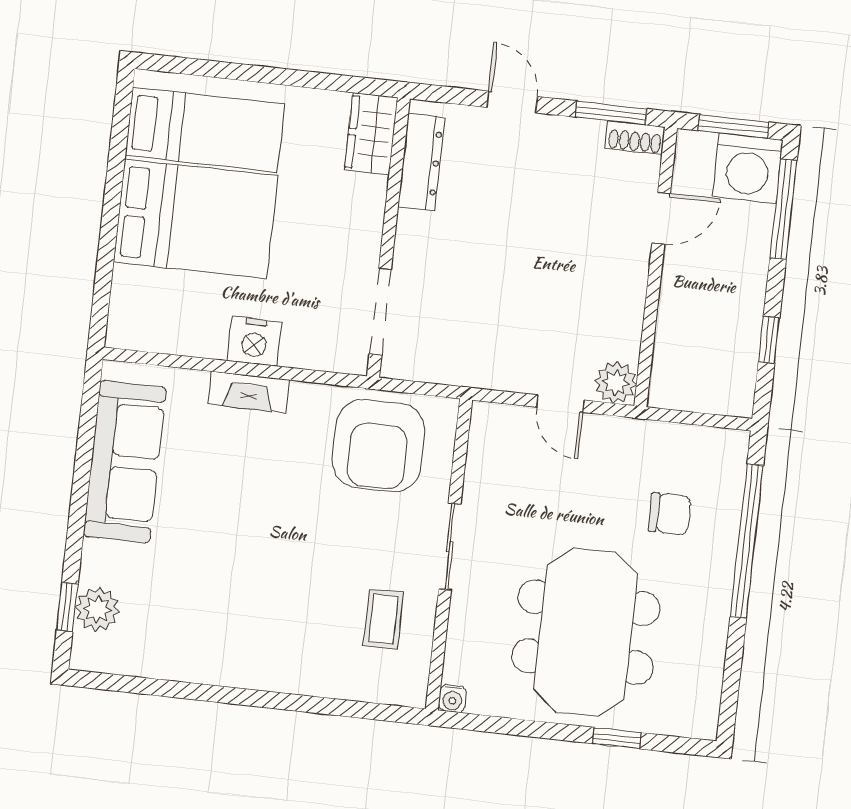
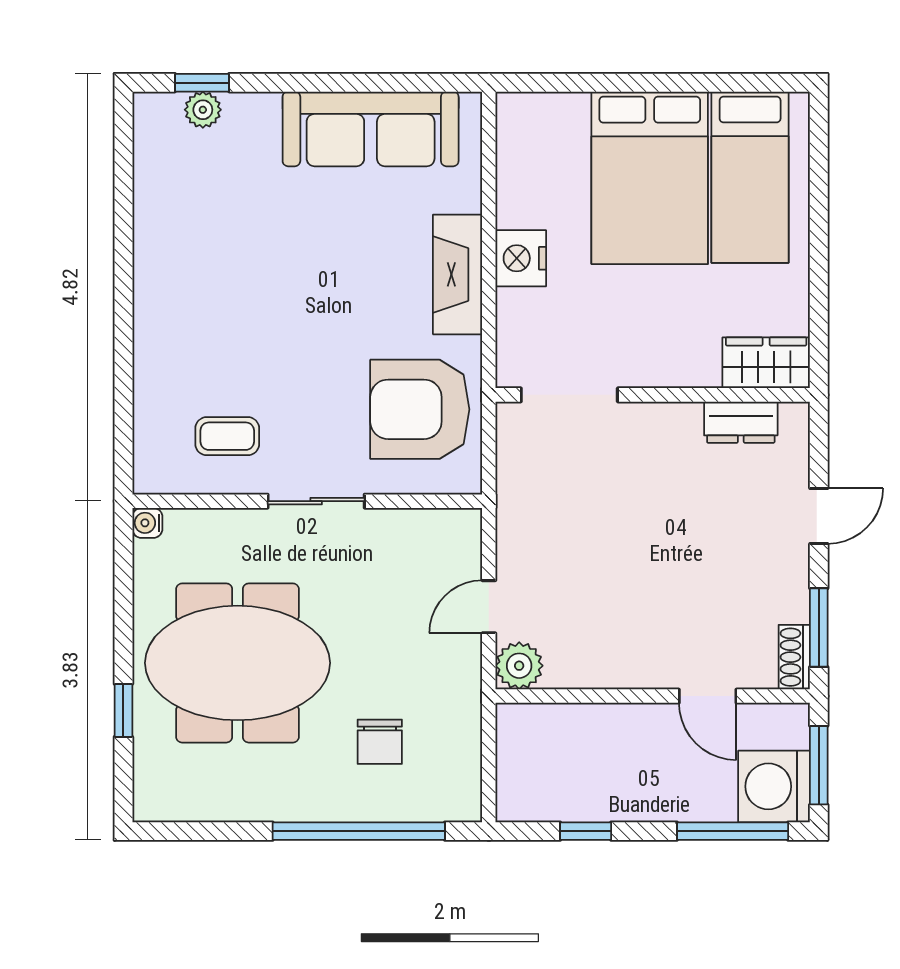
dresser: (421, 162) -> (741, 422), width x0.70
fireplace: (249, 392) -> (458, 274), width x1.37, depth x1.32
plant: (97, 609) -> (203, 110), width x0.73, depth x0.73

